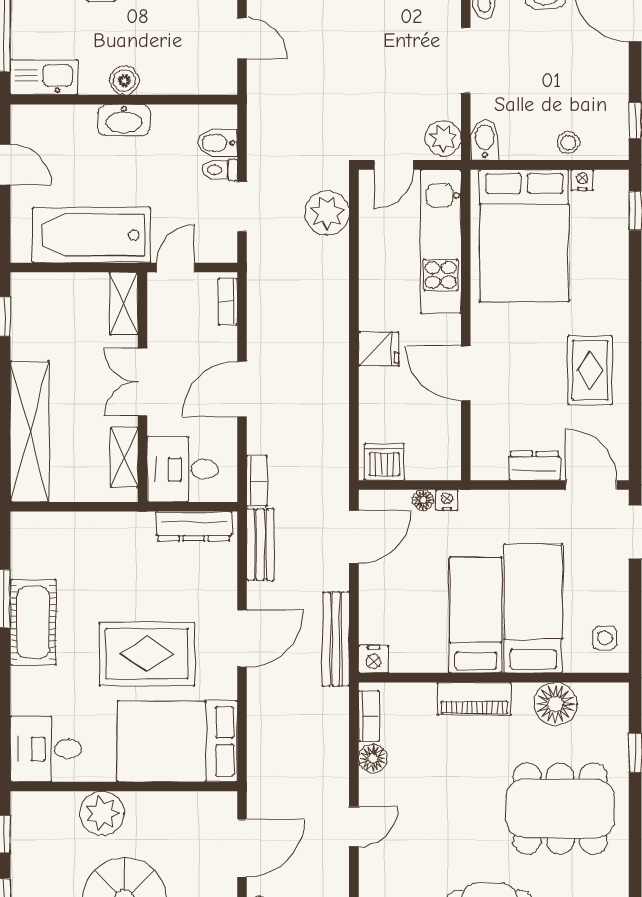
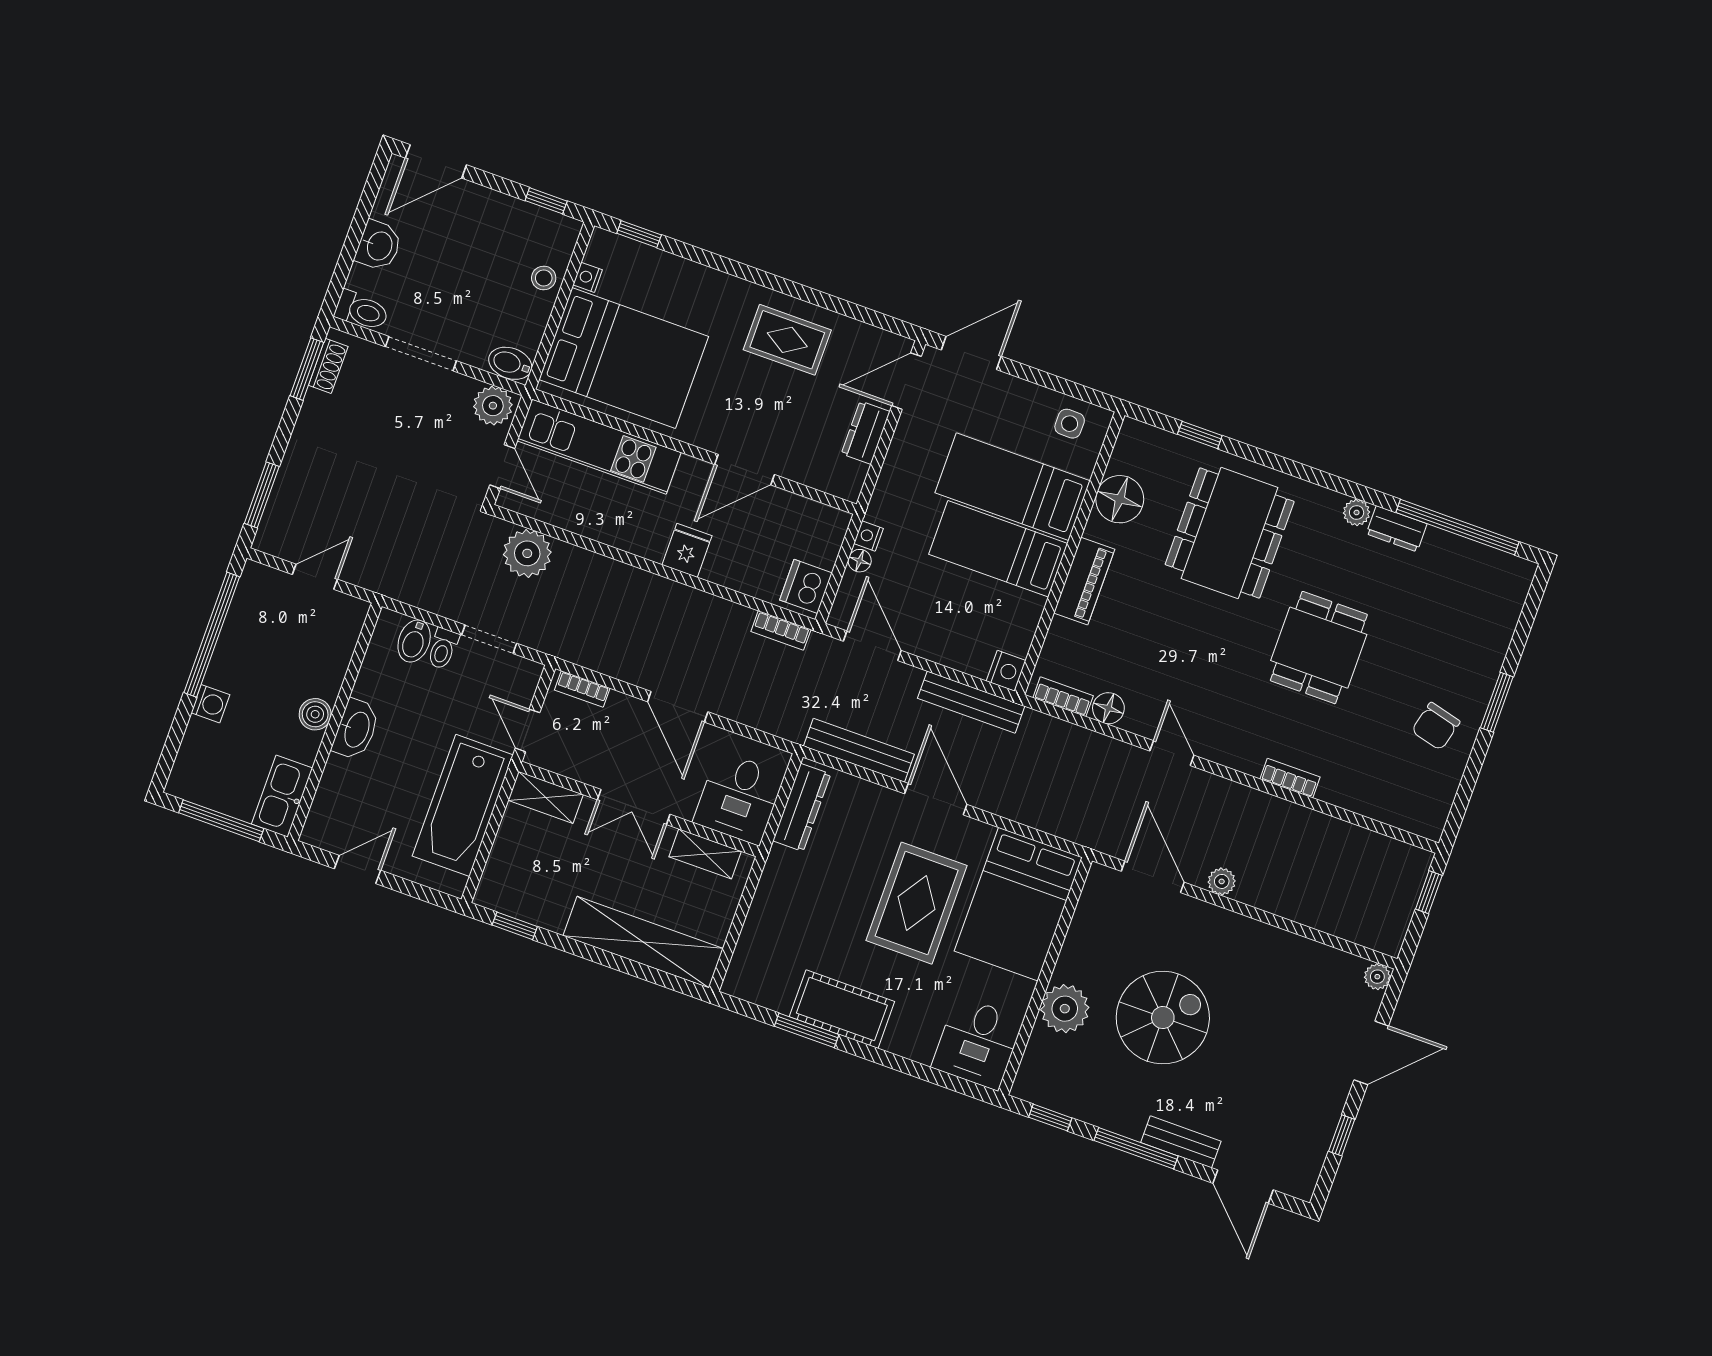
bookcase: (257, 481) -> (781, 630), moved, turned 180
bench: (260, 544) -> (859, 750), width x1.36

